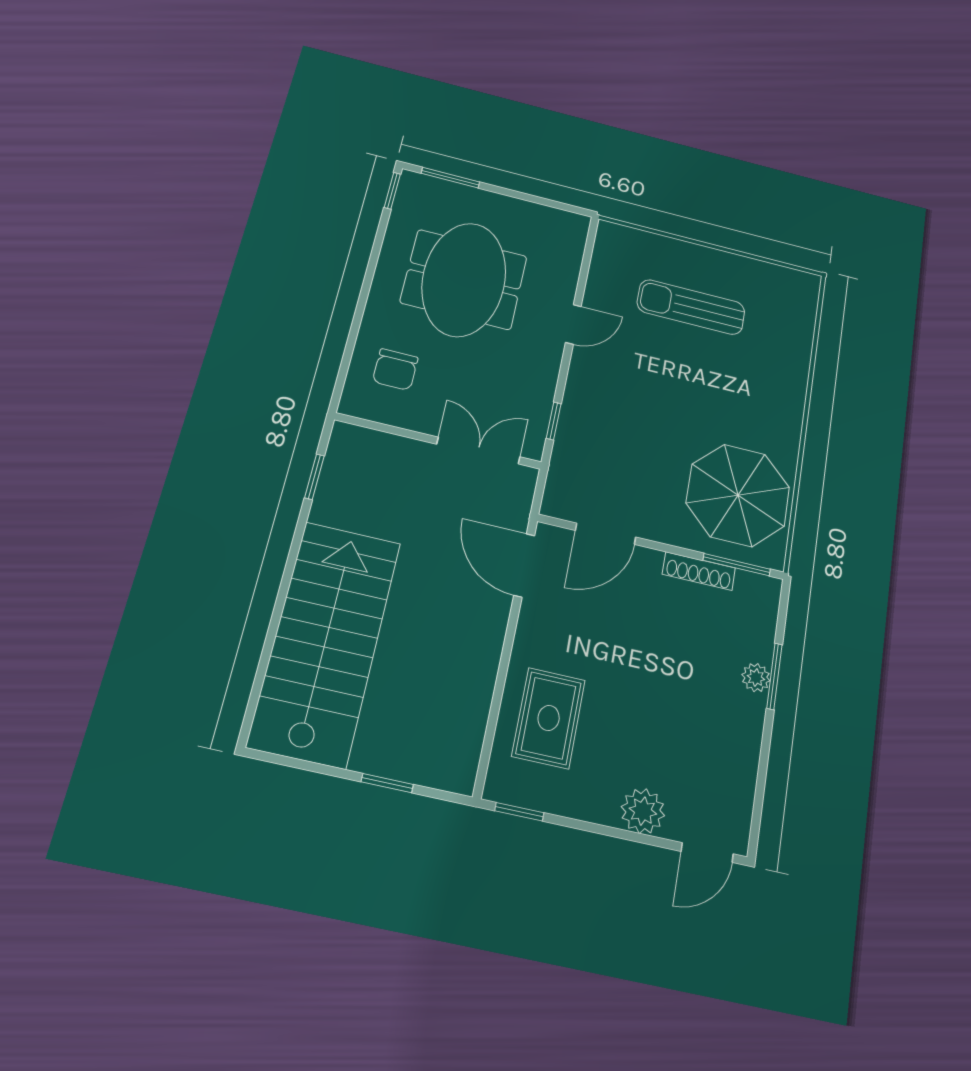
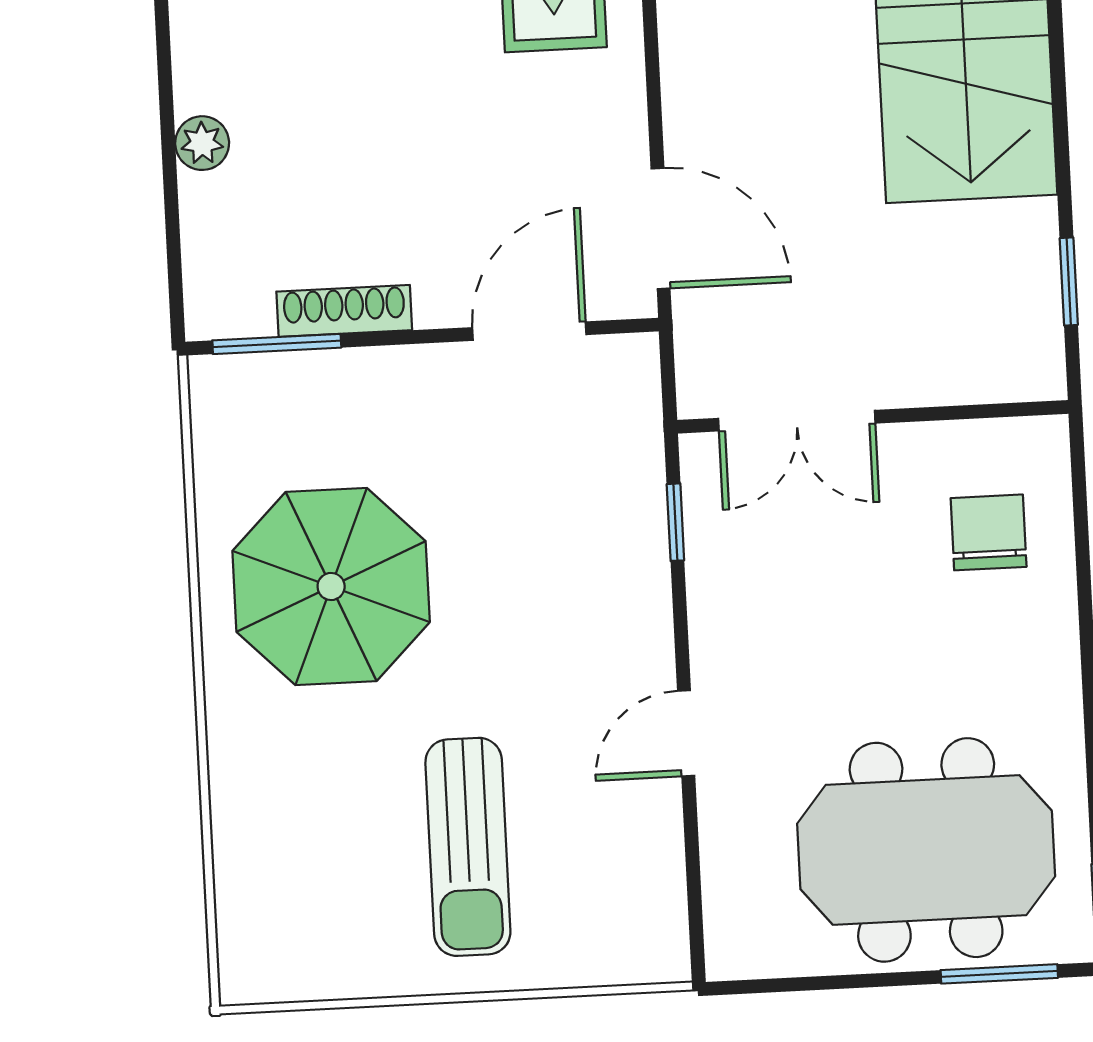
meeting table: (464, 279) -> (926, 850), moved, turned 90
sun lounger: (691, 307) -> (468, 847), turned 90
parasol: (738, 495) -> (331, 587), moved
window: (774, 676) -> (169, 155), removed

